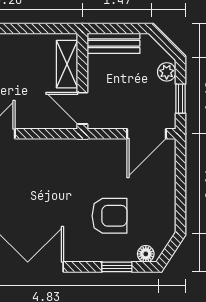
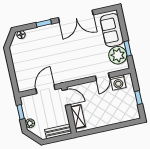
door: (147, 134) -> (45, 89), moved
armchair: (109, 216) -> (42, 49), removed
window: (117, 267) -> (44, 23), moved

